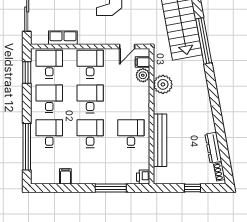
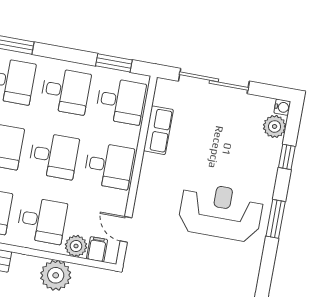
desk: (131, 99) -> (42, 220), added

